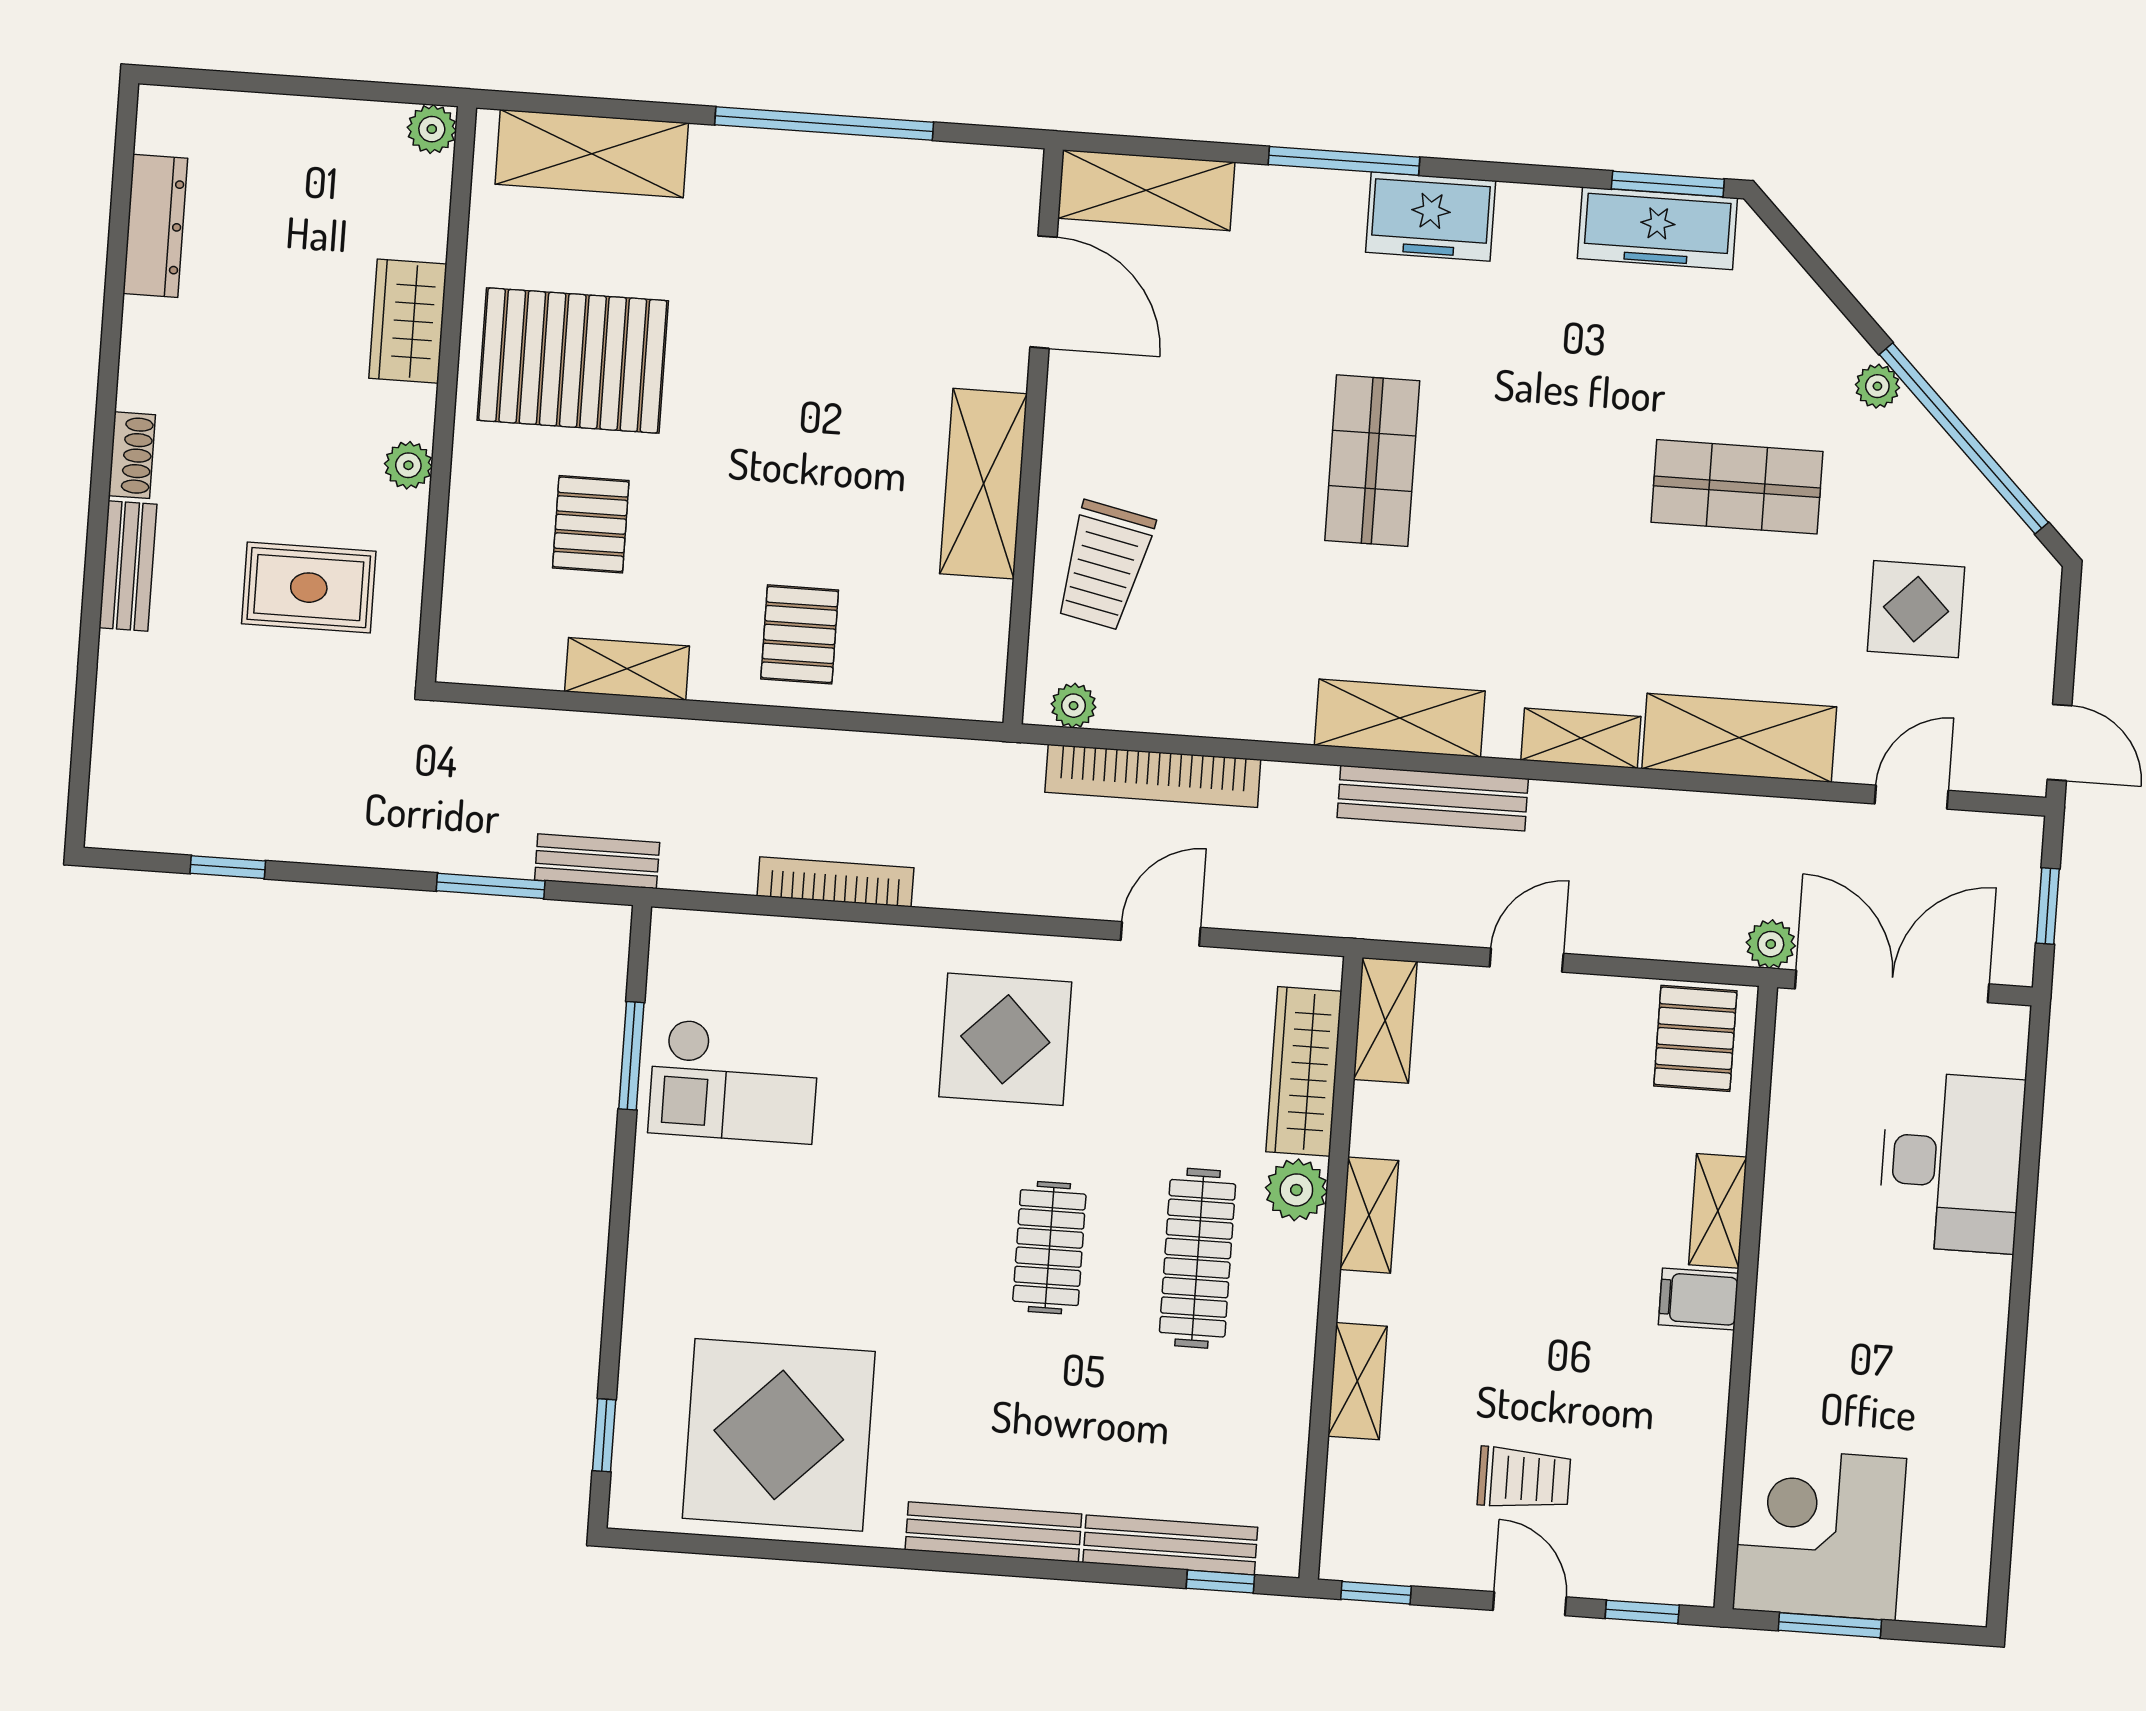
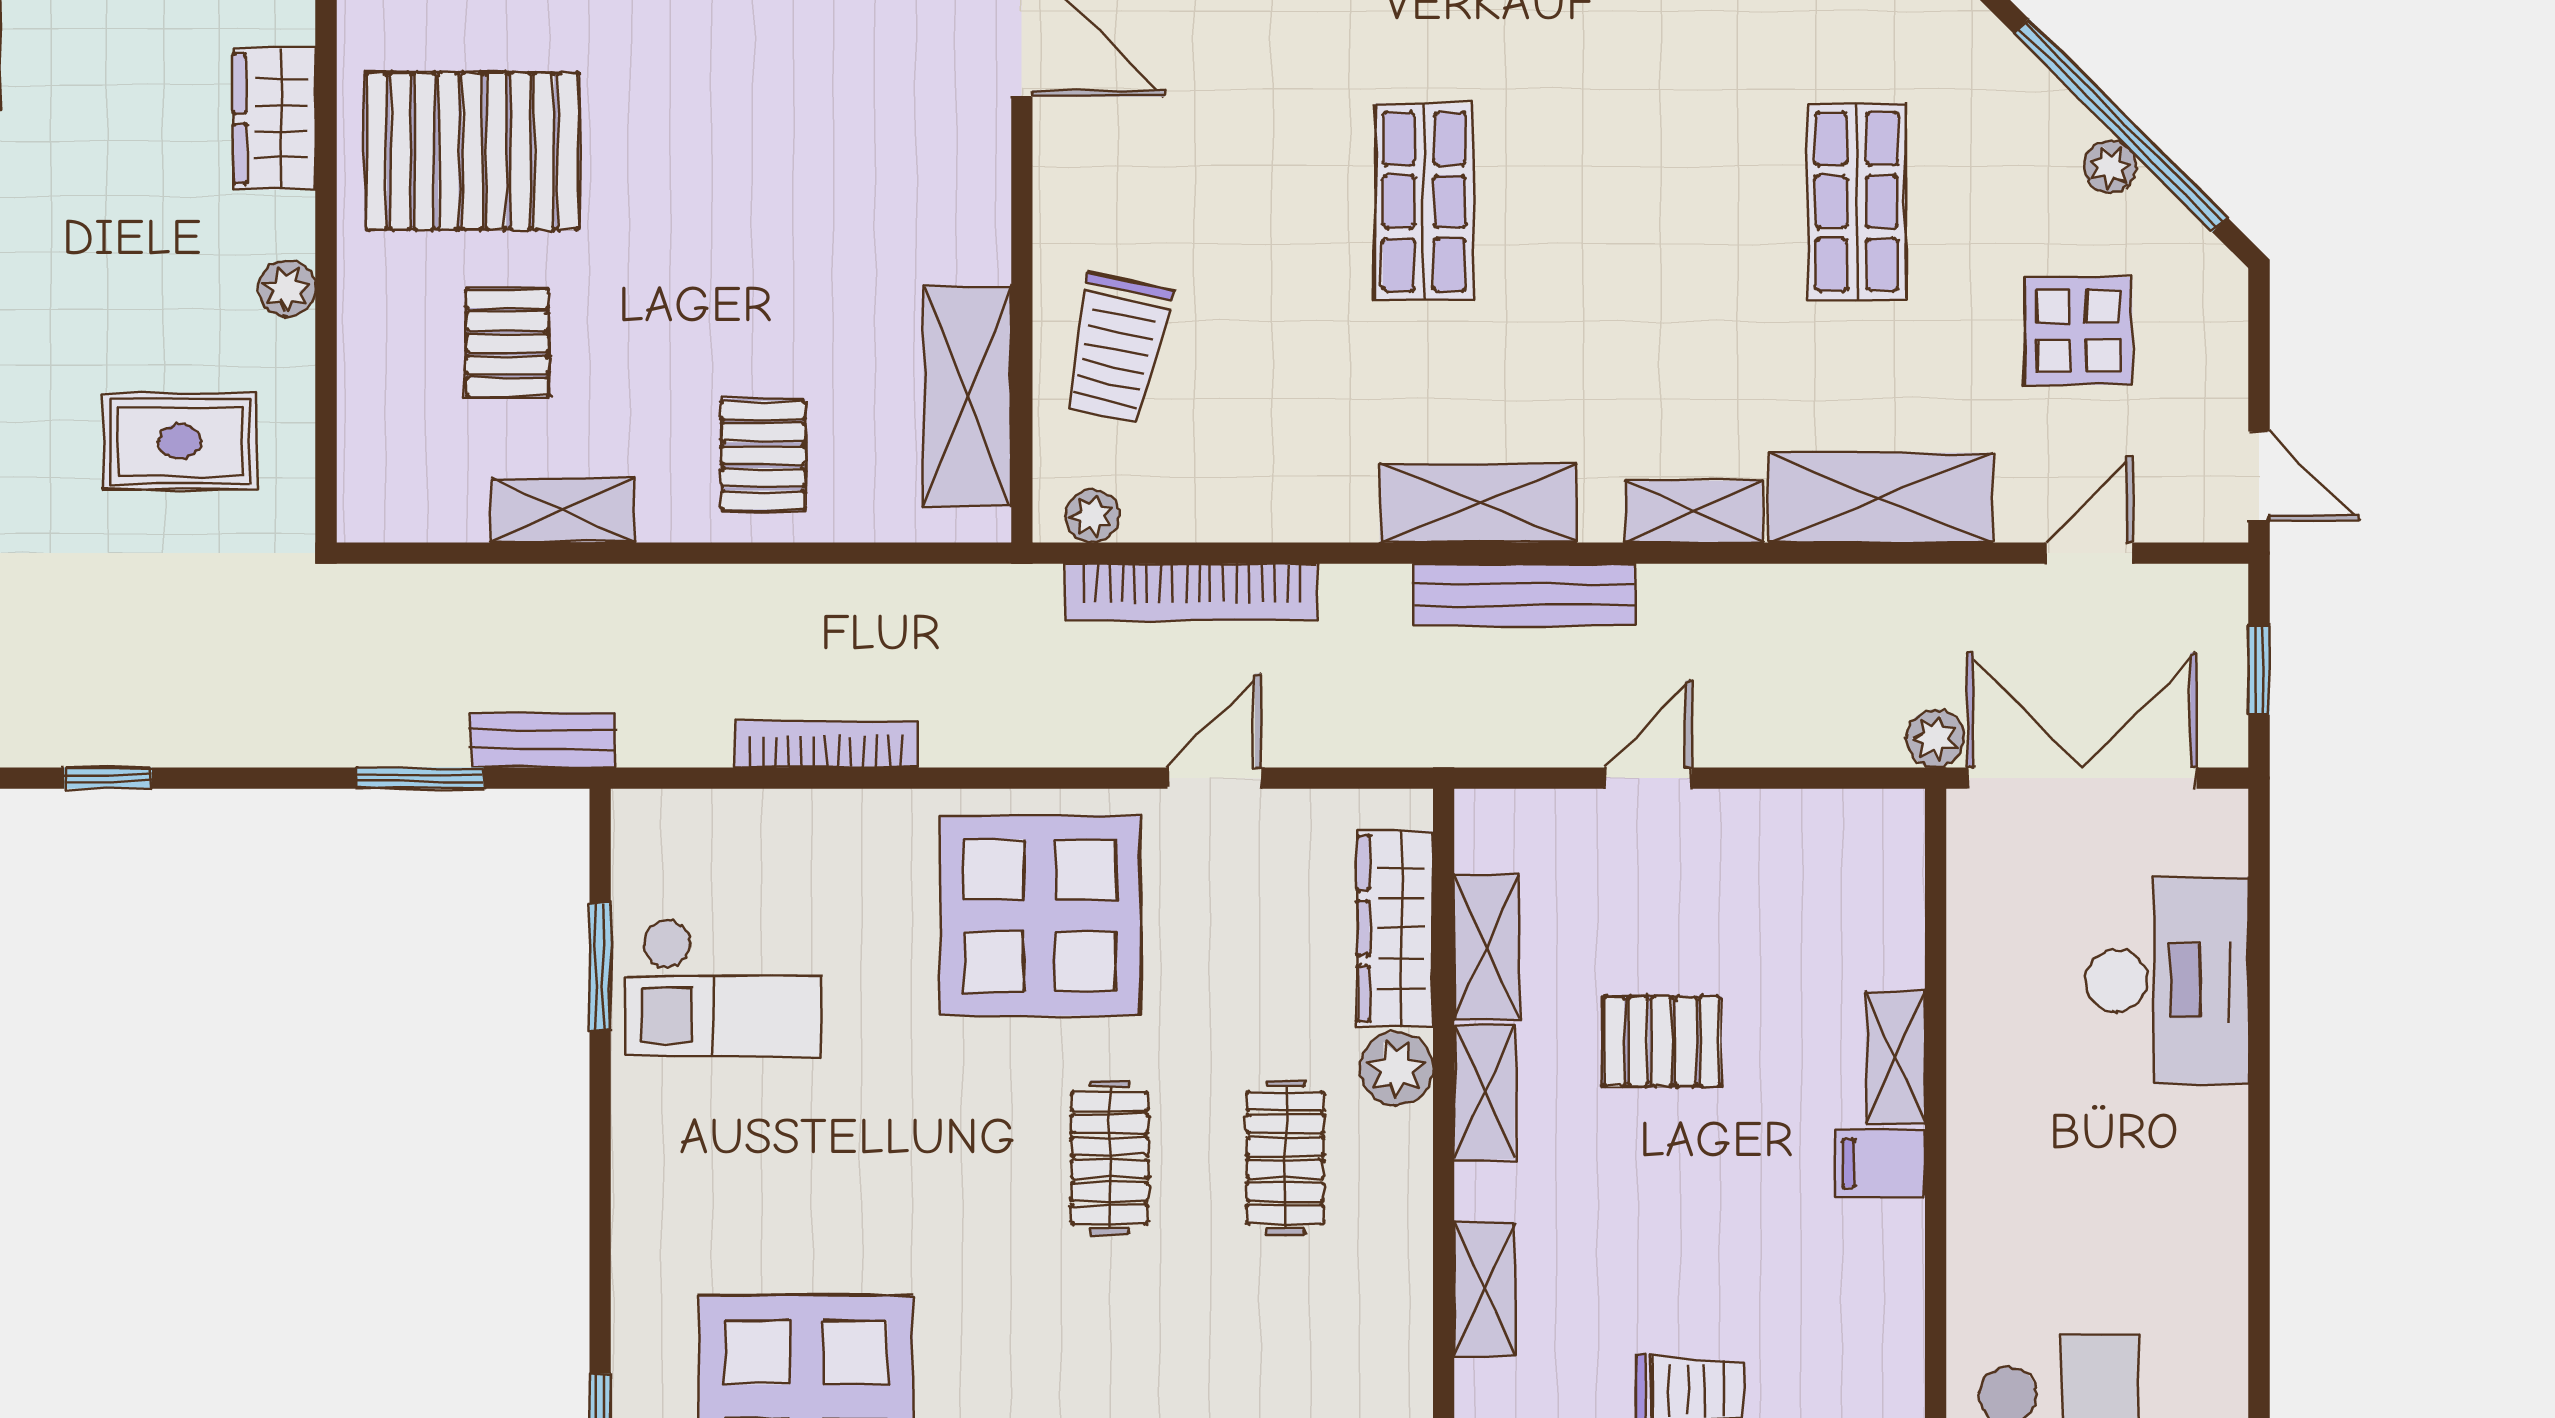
plant: (1877, 386) -> (2110, 167), moved
shelving: (983, 484) -> (967, 396), moved
shop shelf: (1737, 487) -> (1857, 202), turned 90
shelving: (1385, 1020) -> (1487, 947), moved
pallet: (1695, 1038) -> (1662, 1042), moved, turned 90
display table: (1005, 1039) -> (1040, 916), width x1.36, depth x1.36
clothes rail: (1197, 1258) -> (1285, 1158), width x0.73

